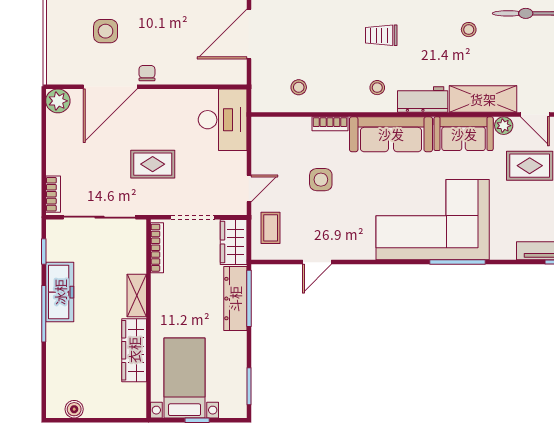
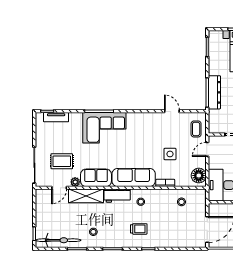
door: (535, 115) -> (59, 188), swing flipped
floor lamp: (265, 138) -> (199, 176), added
corner sofa: (433, 220) -> (104, 128), width x0.73, depth x0.74
wardrobe: (234, 242) -> (215, 122), removed
door: (317, 262) -> (172, 111), hinge flipped

